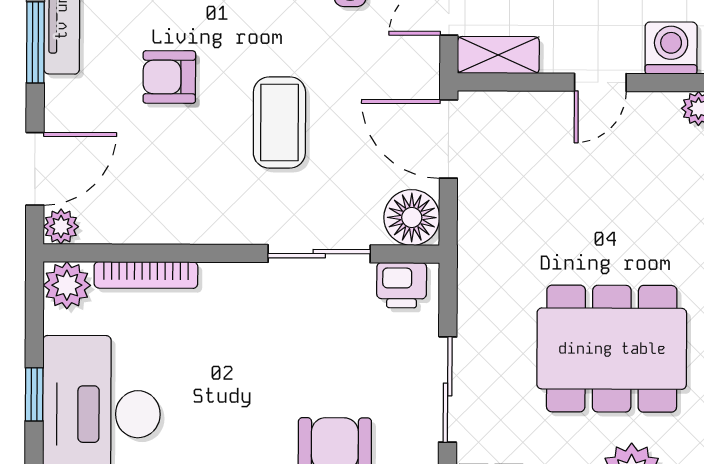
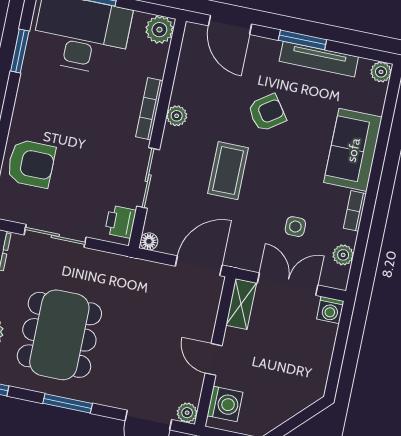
armchair: (169, 77) -> (267, 113), turned 55
coffee table: (279, 122) -> (228, 171), turned 90
floor lamp: (412, 218) -> (149, 241), width x0.53, depth x0.53
plant: (61, 227) -> (177, 116), moved
bookcase: (146, 275) -> (149, 109), moved

